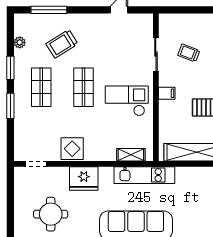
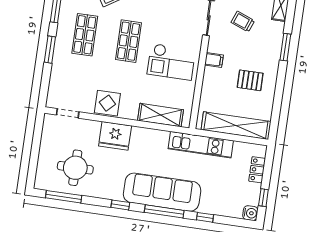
checkout: (127, 101) -> (171, 62), turned 180
shelving: (131, 155) -> (160, 115), width x1.50, depth x1.33
kitchen unit: (144, 175) -> (201, 145), moved

